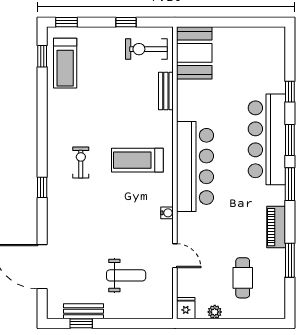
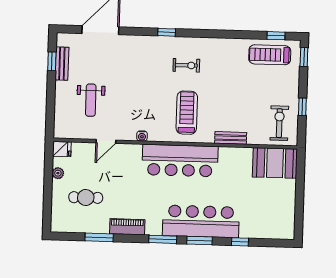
bench: (166, 91) -> (231, 138), moved

